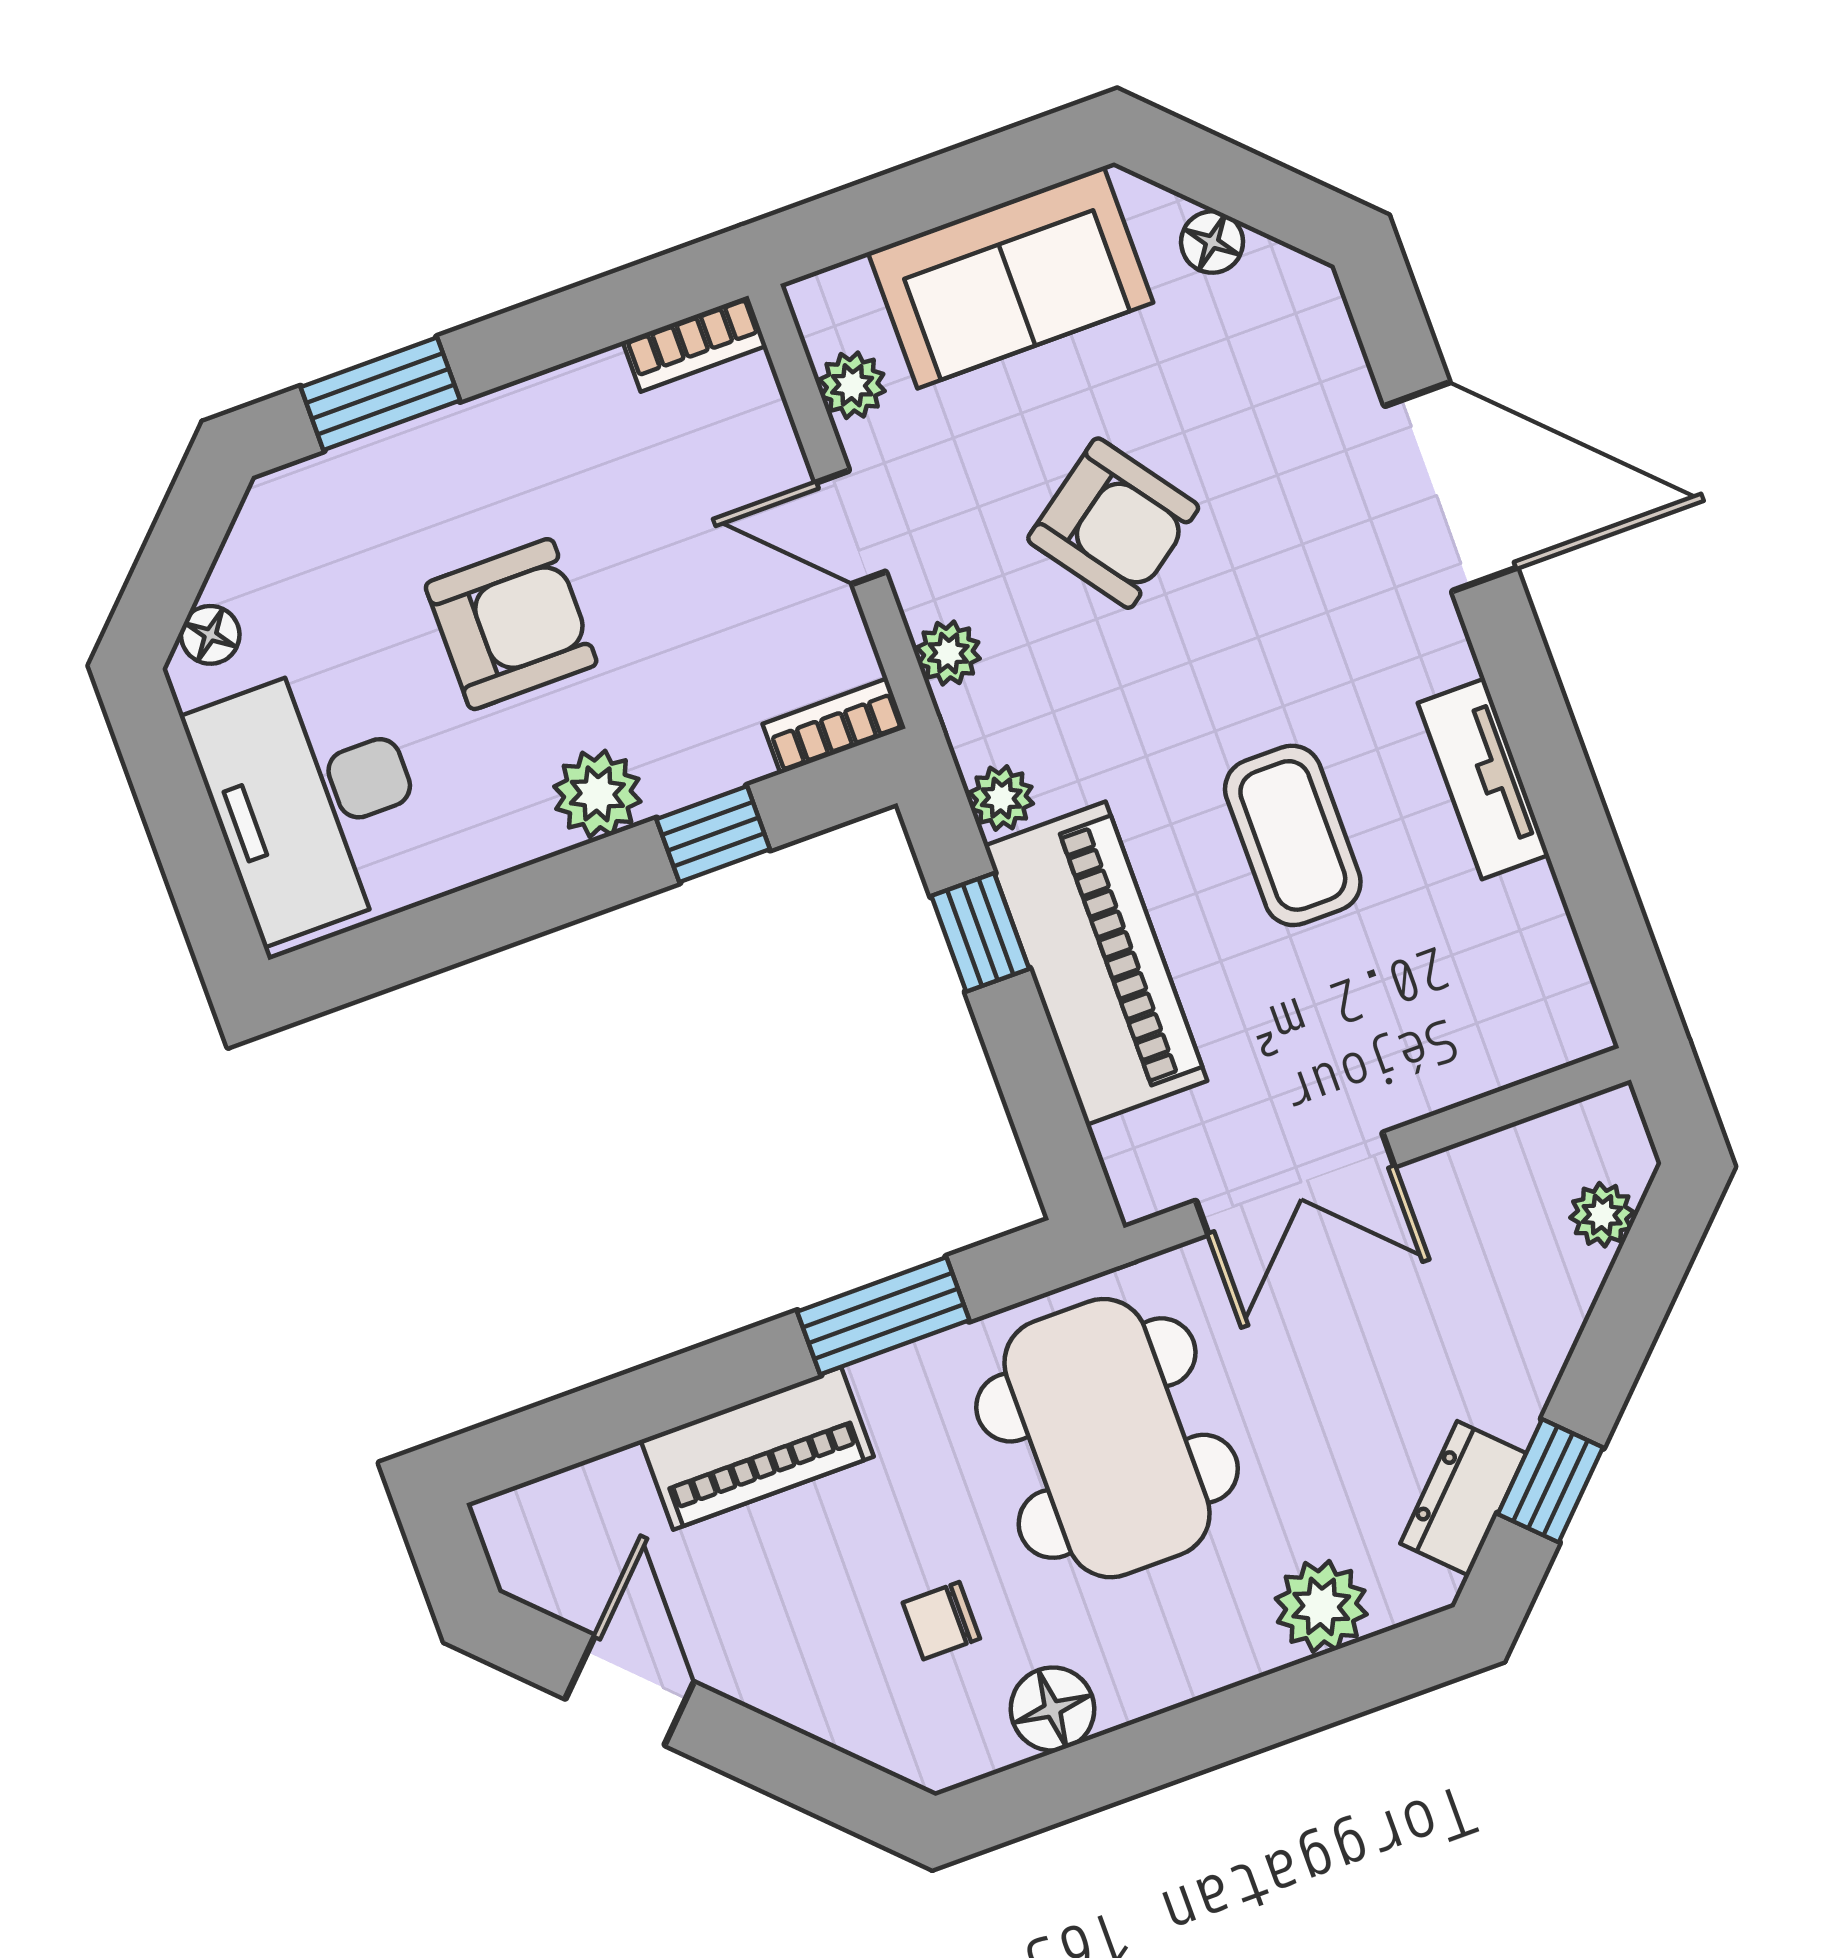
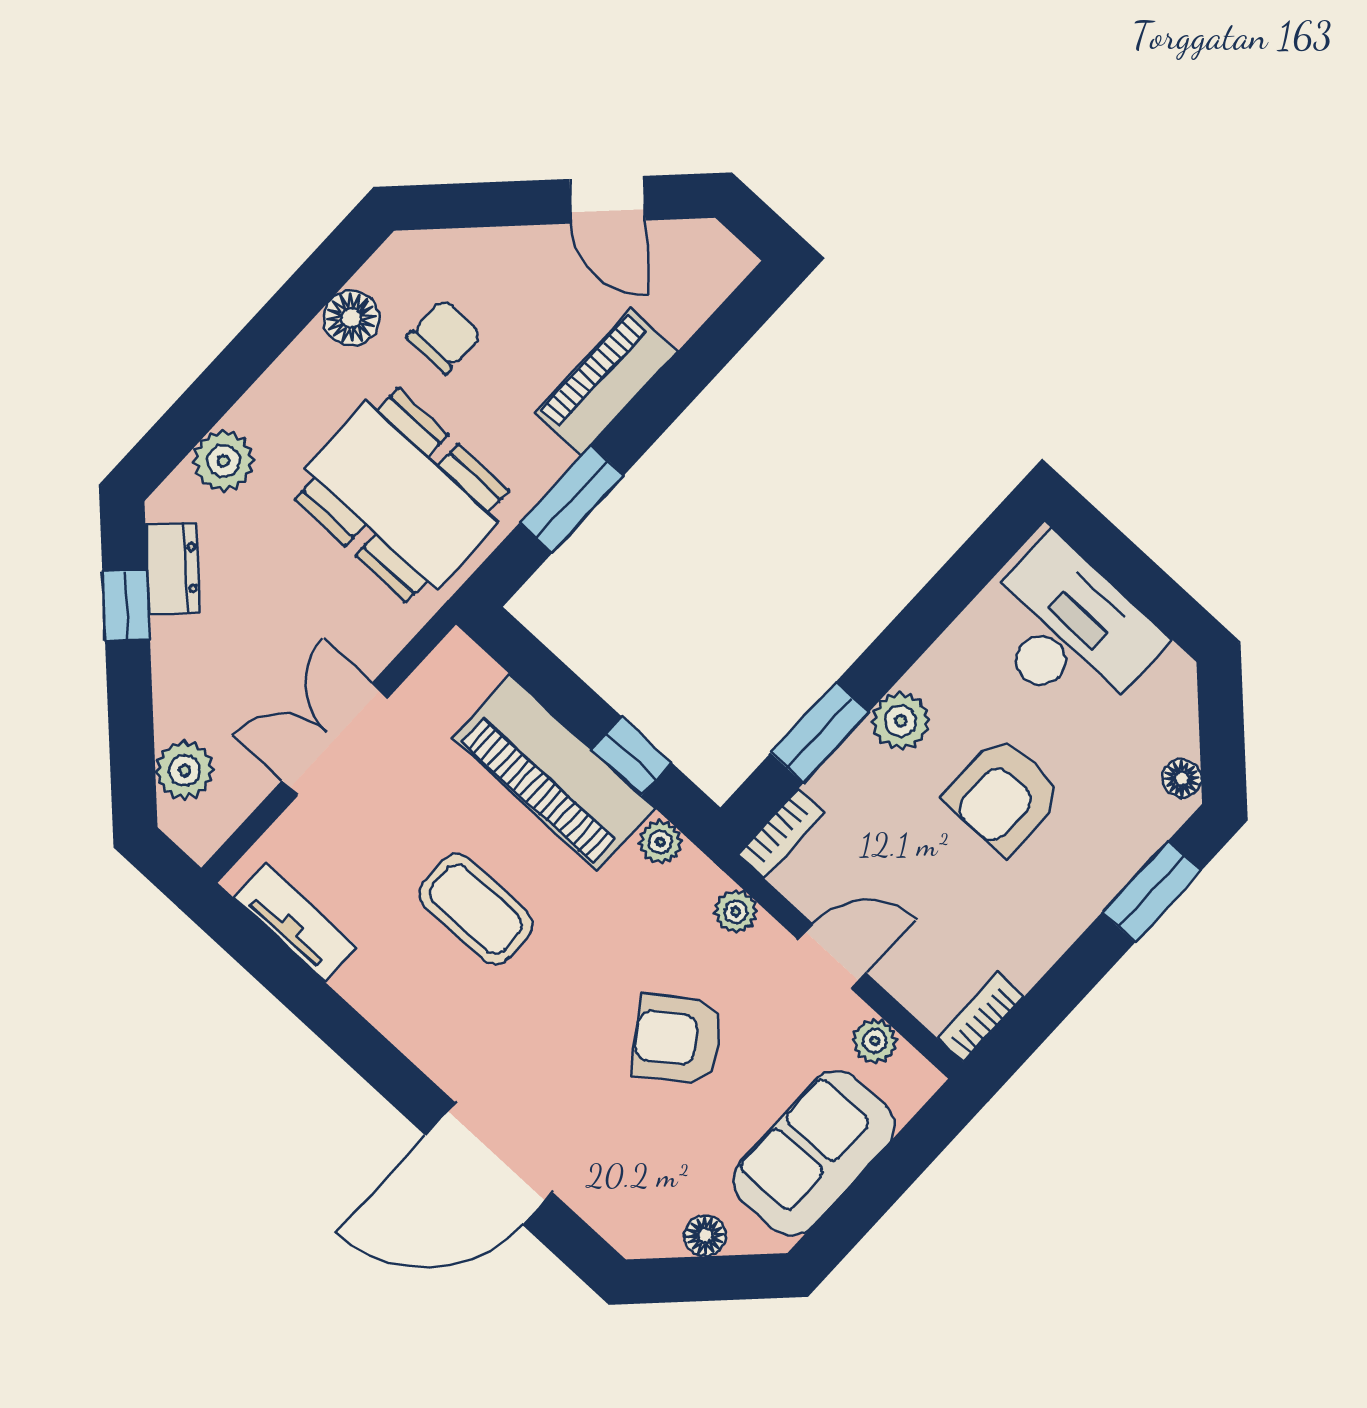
floor lamp: (210, 635) -> (1182, 779), moved
tv unit: (1483, 779) -> (295, 922), moved
window: (713, 834) -> (820, 733), width x1.50
double door: (1295, 1184) -> (335, 739), moved
plant: (1602, 1215) -> (184, 770), width x1.38, depth x1.38
chair: (941, 1621) -> (444, 336), width x1.37, depth x1.37

